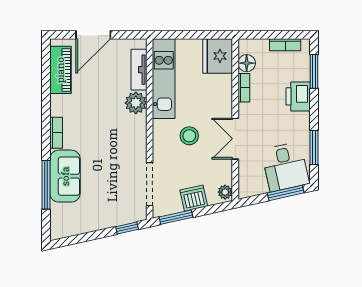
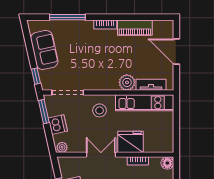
fridge: (218, 56) -> (131, 142), moved
floor lamp: (247, 63) -> (167, 163), moved
piano: (60, 70) -> (135, 28), moved
stool: (189, 136) -> (100, 110), moved
sofa: (65, 176) -> (44, 50), moved, turned -102

